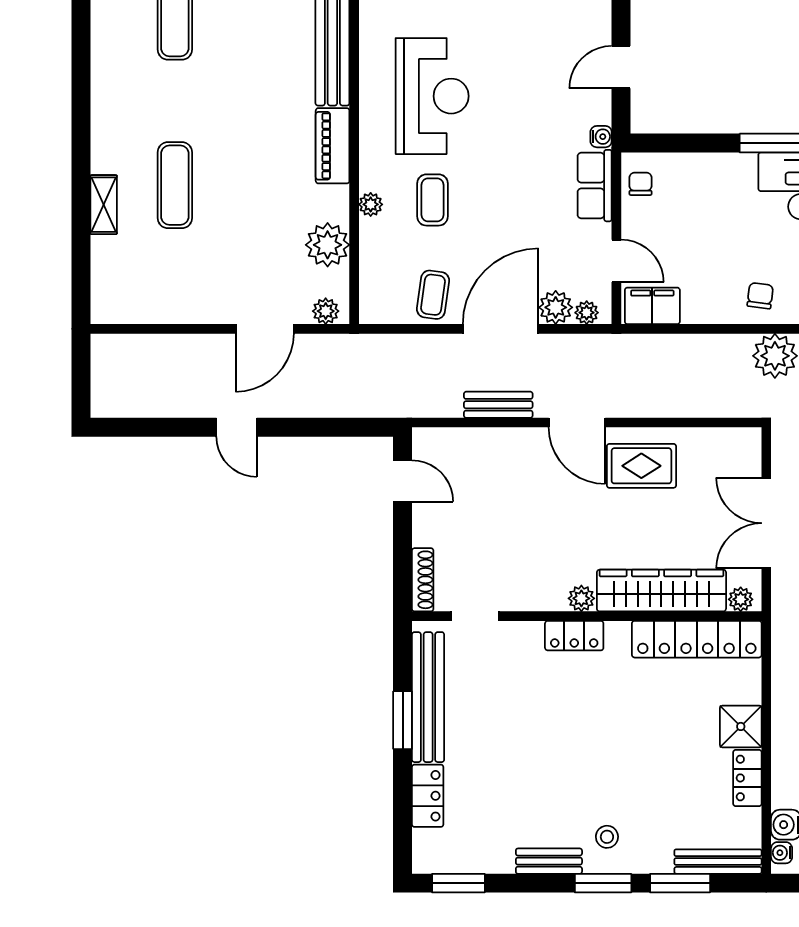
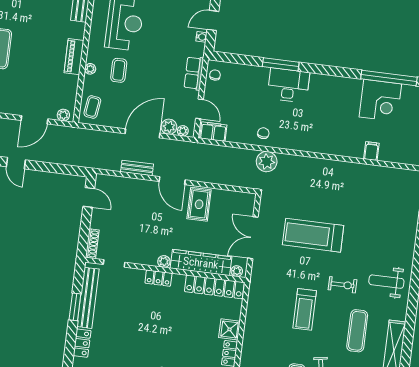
water cooler: (601, 137) -> (201, 37), moved
piano: (333, 146) -> (74, 57), moved
plant: (328, 245) -> (68, 85), removed
coffee table: (433, 295) -> (92, 107), moved
rug: (641, 466) -> (199, 204), turned 90

